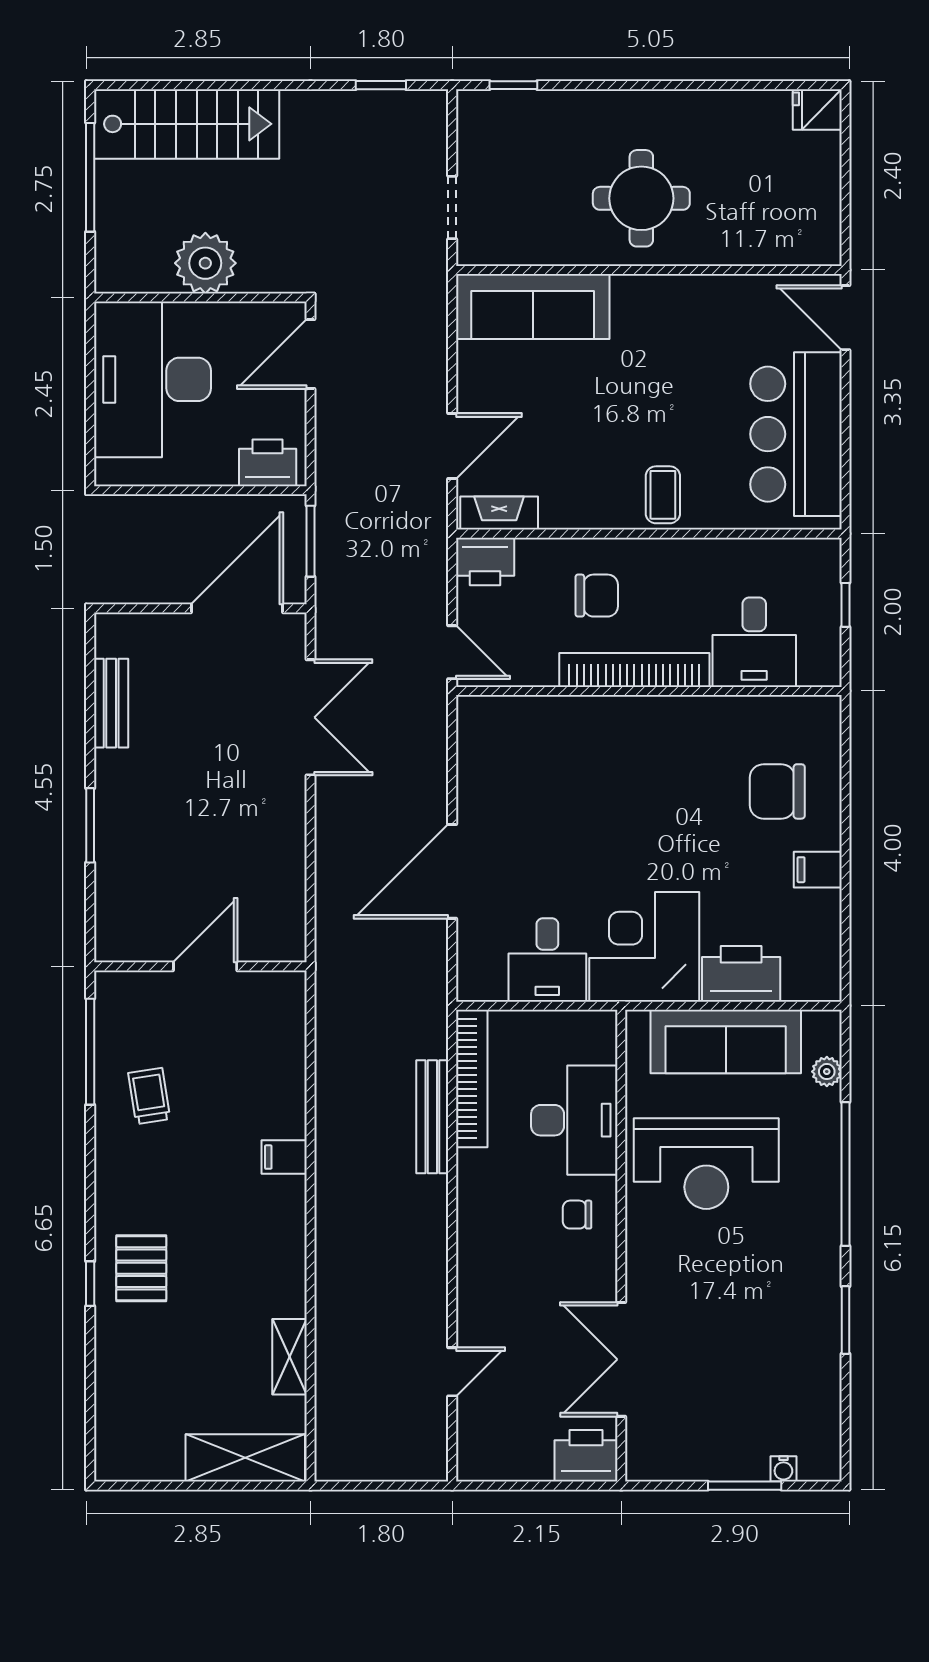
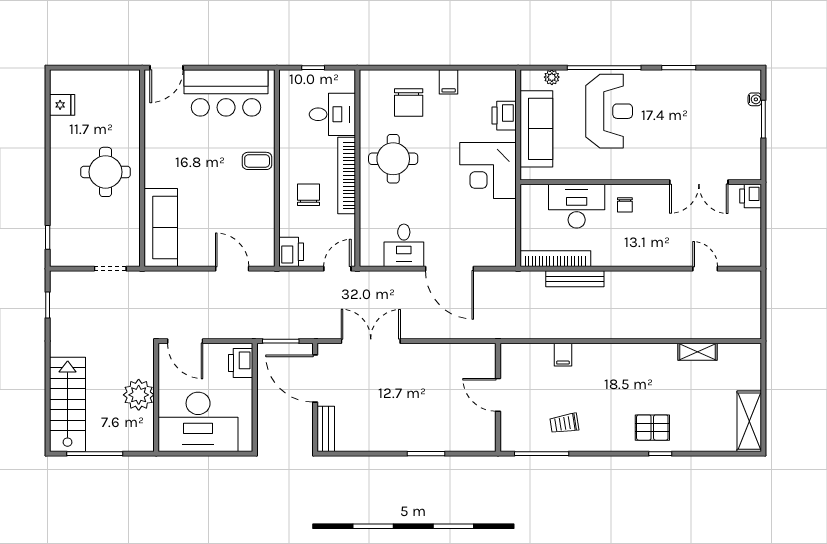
fridge: (817, 109) -> (62, 105), moved, turned -90
fireplace: (499, 513) -> (266, 245), removed
bench: (111, 703) -> (326, 429), moved, turned 90
round table: (667, 761) -> (393, 159), added
desk: (547, 960) -> (404, 245), moved, turned 90
printer: (741, 974) -> (504, 116), width x0.73, depth x0.84
filing cabinet: (284, 1157) -> (563, 355), moved
reception desk: (706, 1164) -> (609, 111), moved
printer: (586, 1456) -> (751, 196), width x0.73, depth x0.81
shelving: (245, 1458) -> (749, 421), moved

